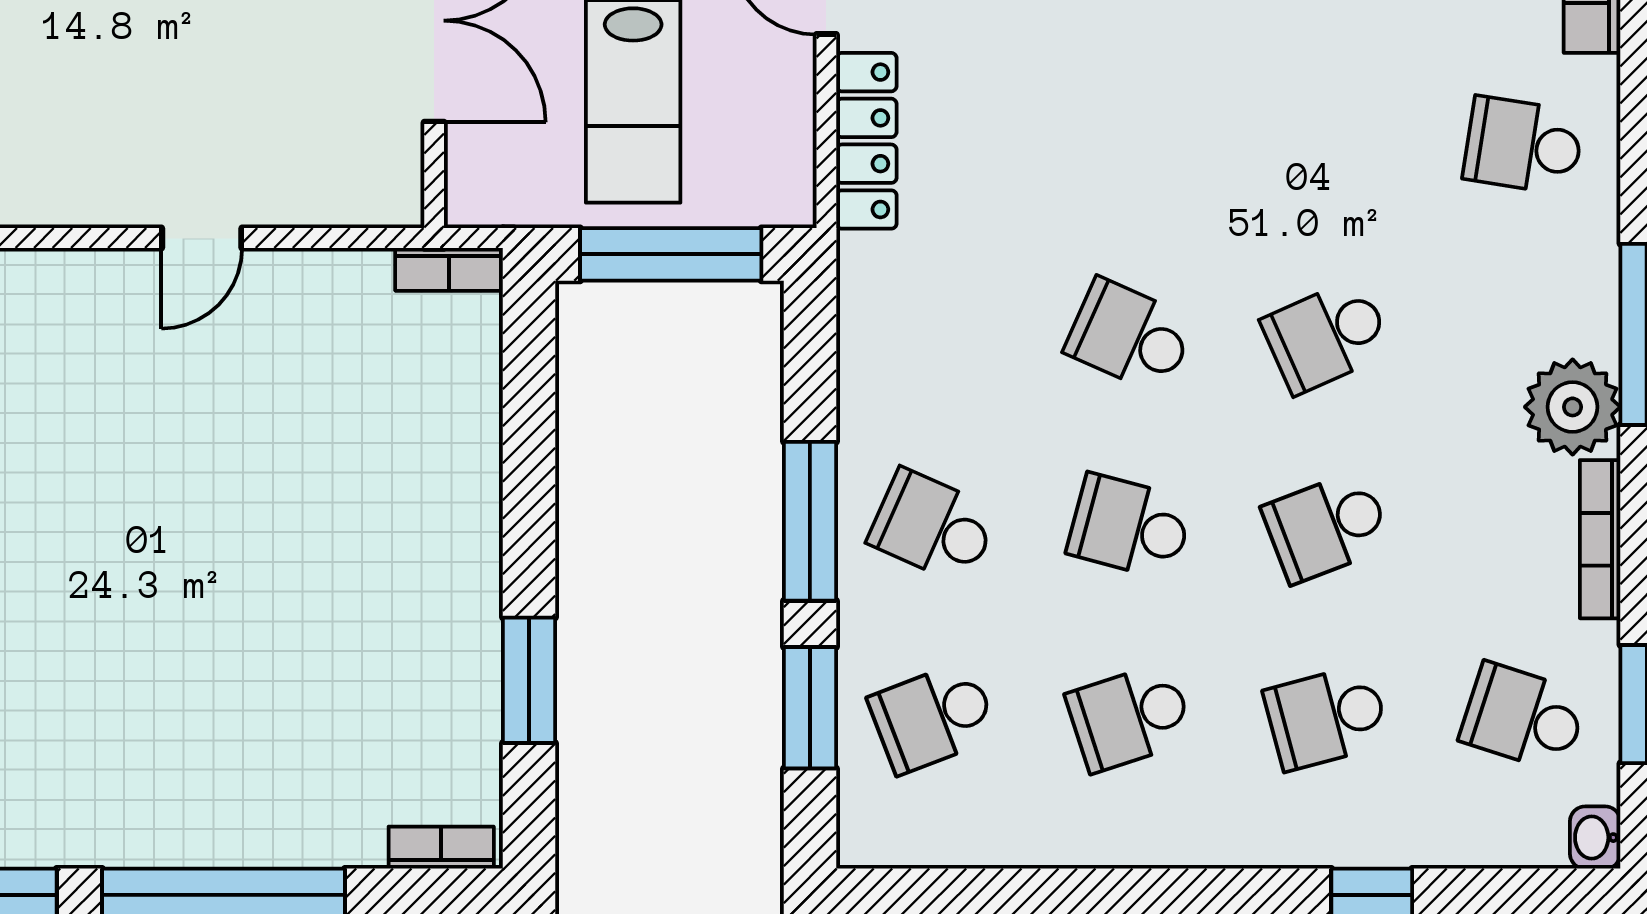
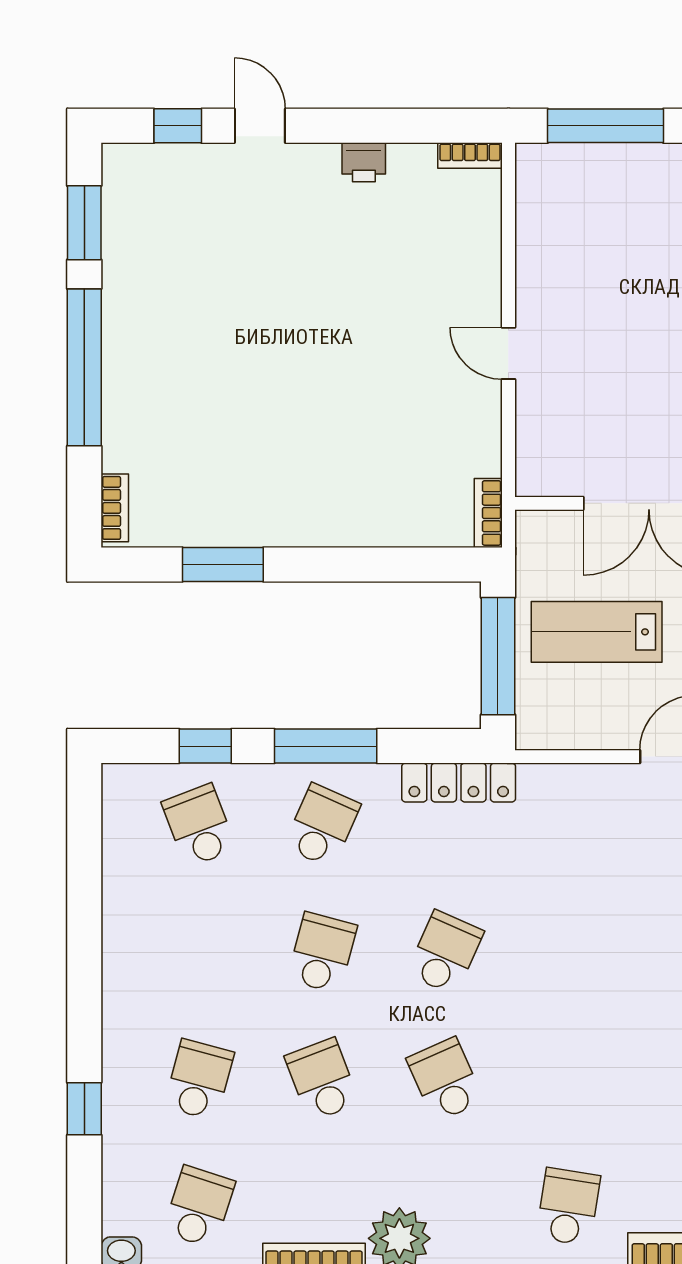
locker: (866, 141) -> (459, 783), moved
window: (810, 708) -> (205, 746), width x0.67
school desk: (1130, 717) -> (199, 953), removed
school desk: (1327, 717) -> (199, 1080), turned 30

